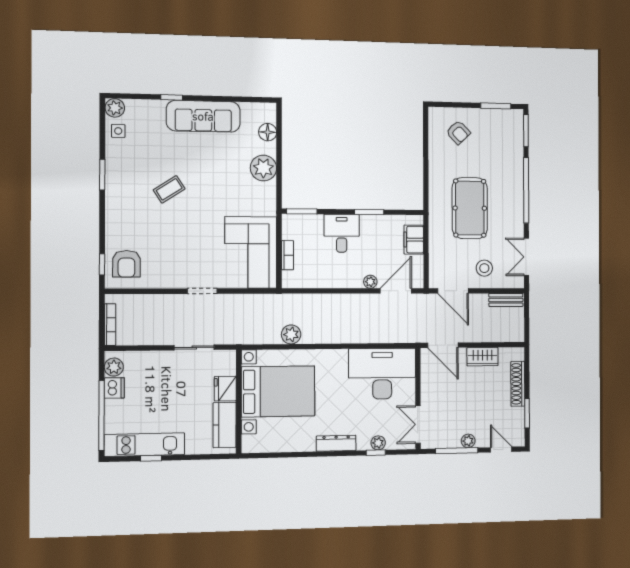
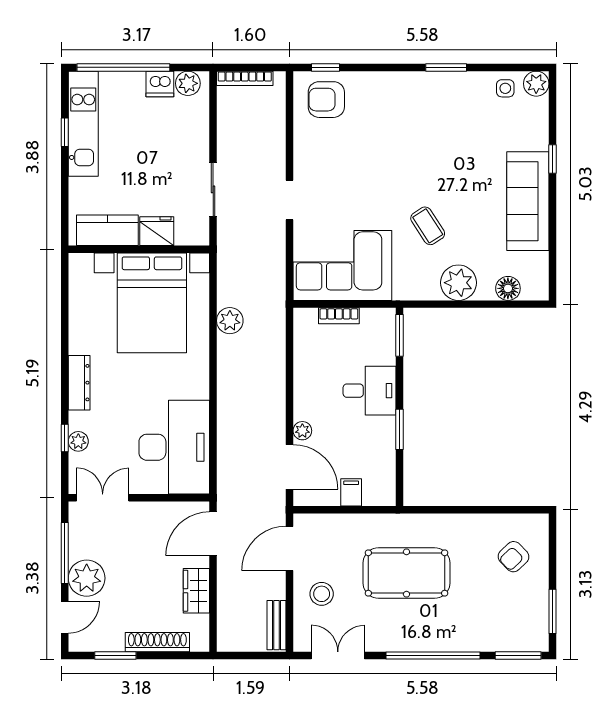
coffee table: (169, 189) -> (428, 226), moved
filing cabinet: (414, 240) -> (351, 492), width x0.50
plant: (468, 441) -> (87, 578), width x1.88, depth x1.88

